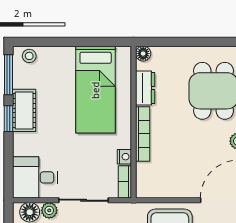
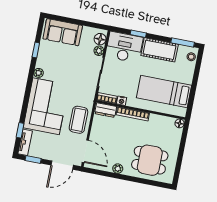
dresser: (145, 88) -> (106, 110), moved
cot: (24, 110) -> (160, 50), width x1.37, depth x1.34
window: (8, 119) -> (138, 34), moved
desk: (35, 177) -> (124, 47), width x1.37

